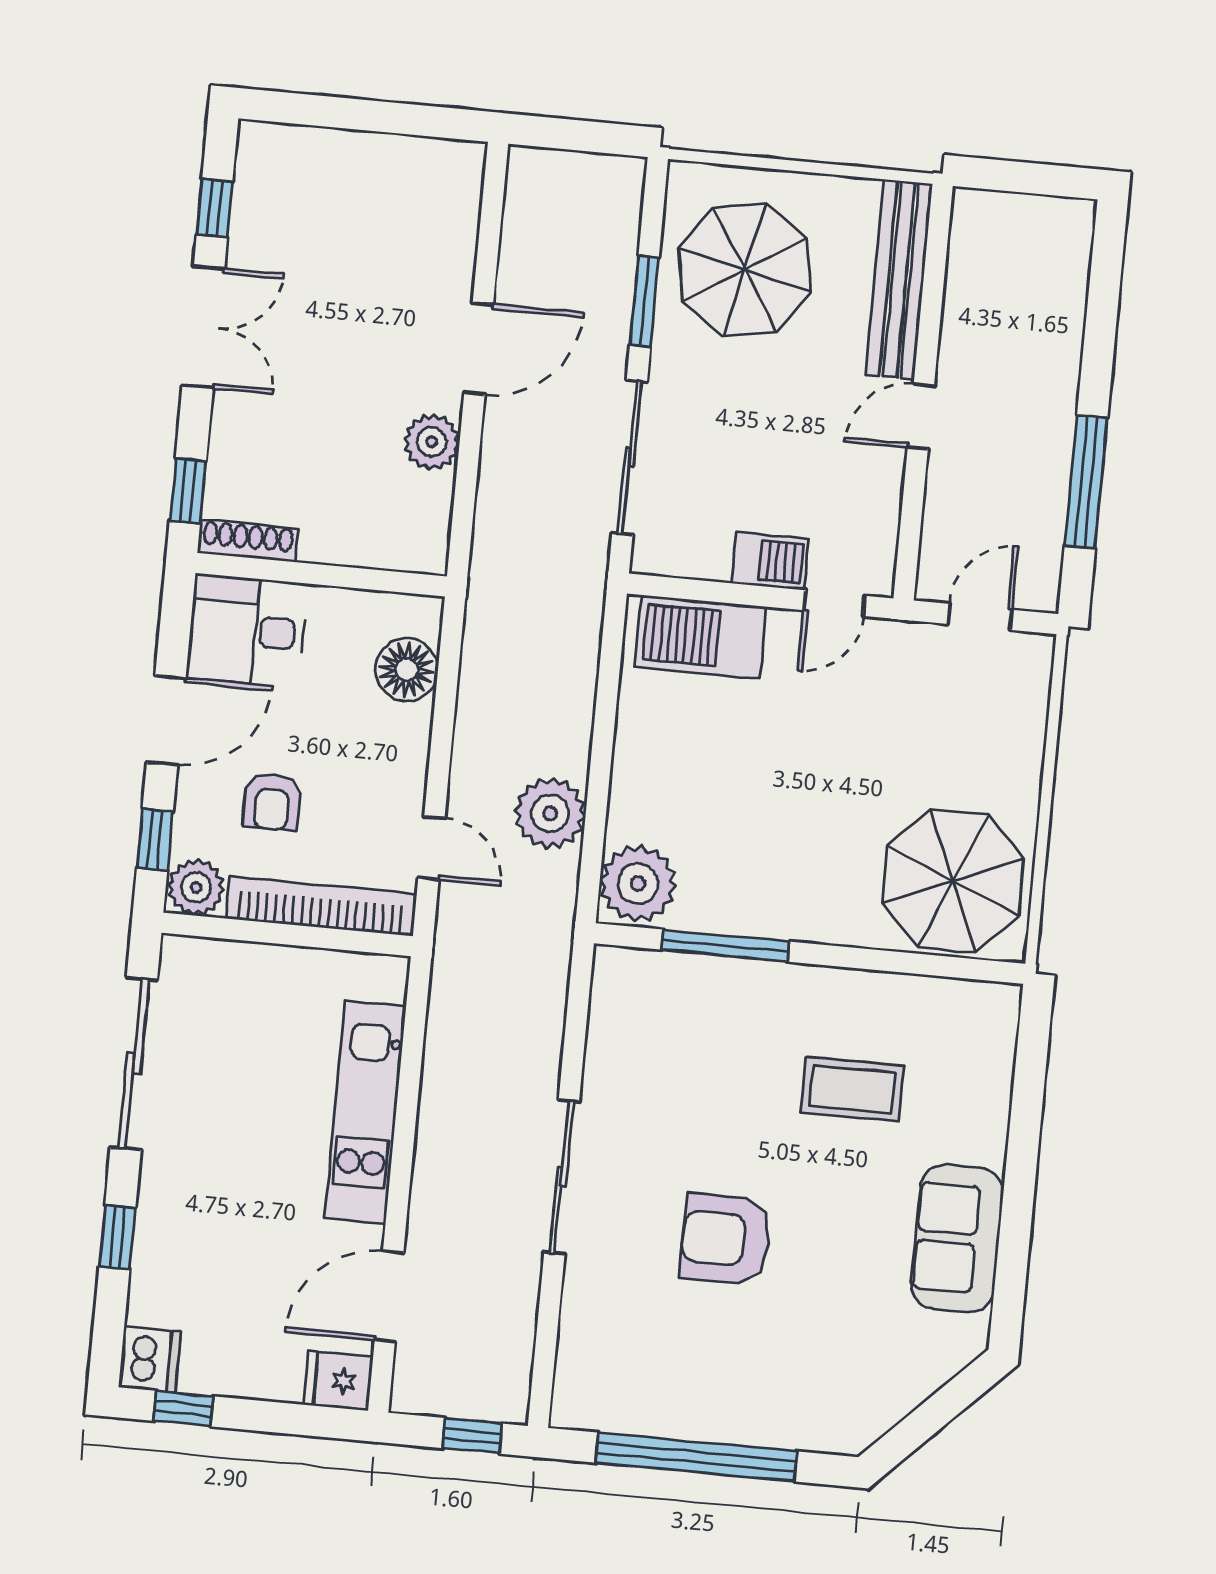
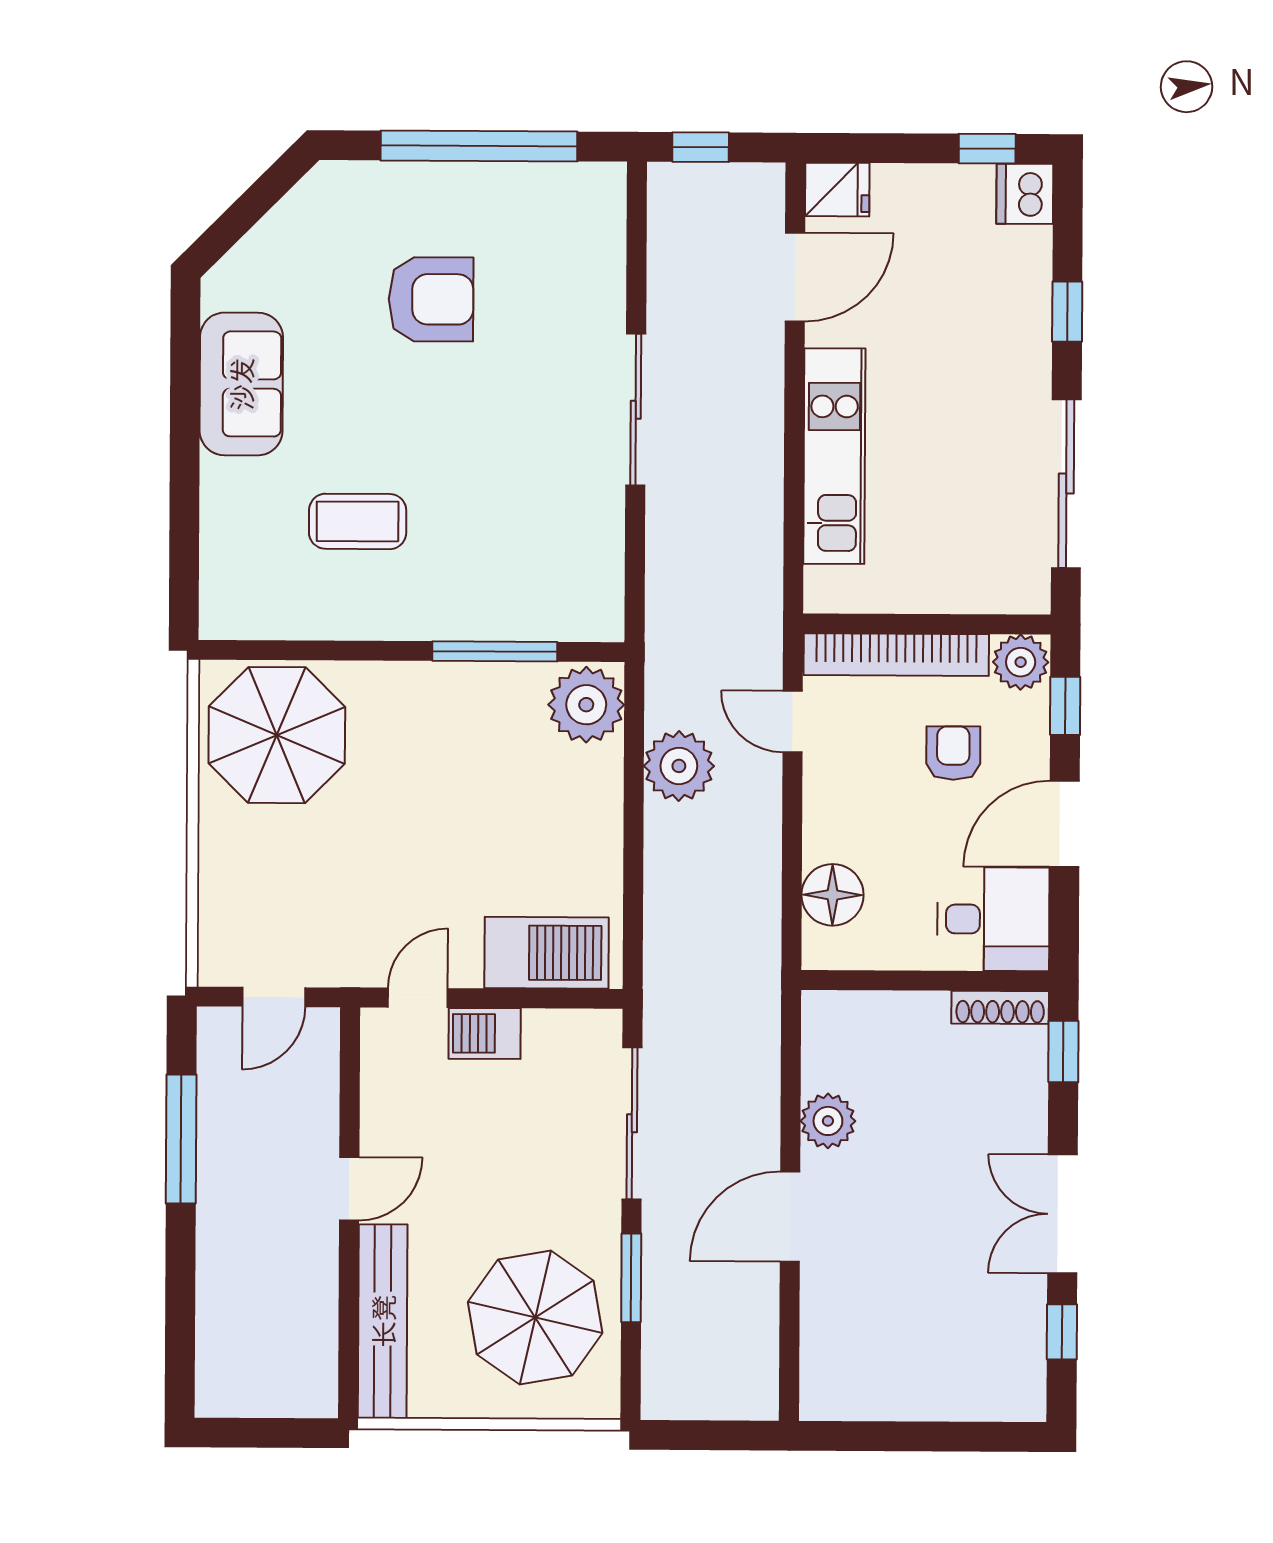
armchair: (725, 1239) -> (431, 299), moved

